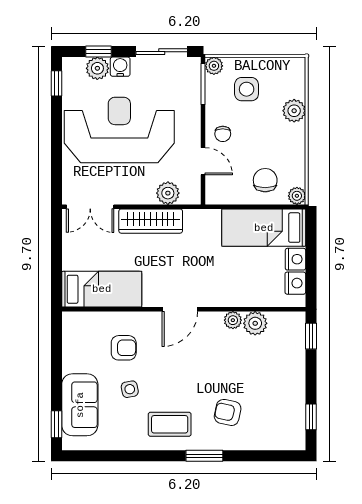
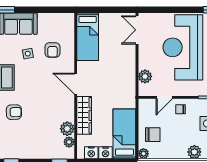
reception desk: (119, 130) -> (183, 47), turned 180
wardrobe: (151, 221) -> (84, 115), moved, turned 180
plant: (233, 320) -> (69, 142), moved
armchair: (228, 412) -> (14, 112), turned 76

